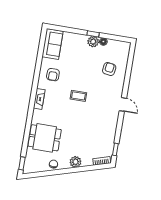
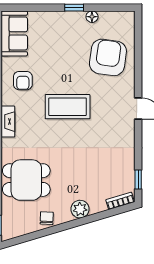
plant: (93, 42) -> (76, 19), removed
armchair: (109, 69) -> (108, 57), width x1.88, depth x1.88
coffee table: (78, 96) -> (68, 107), width x1.86, depth x1.72

